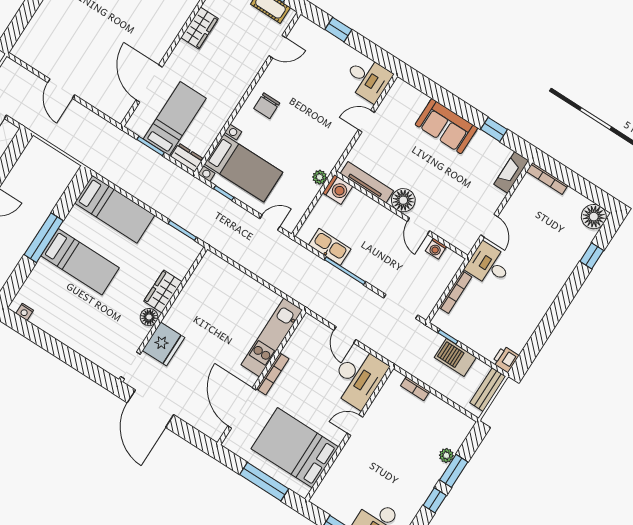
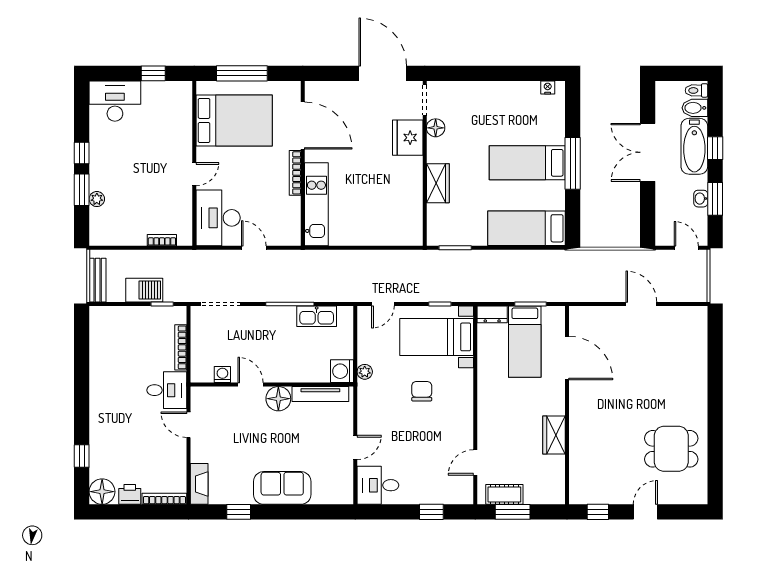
chair: (267, 106) -> (422, 391), moved
floor lamp: (149, 317) -> (436, 128), moved
printer: (505, 359) -> (130, 494), moved, turned -90

